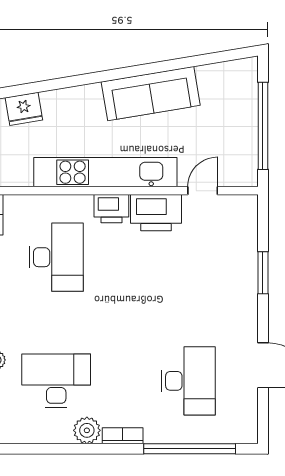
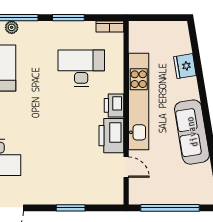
fridge: (24, 109) -> (185, 66), moved
desk: (56, 257) -> (81, 68), turned 180

